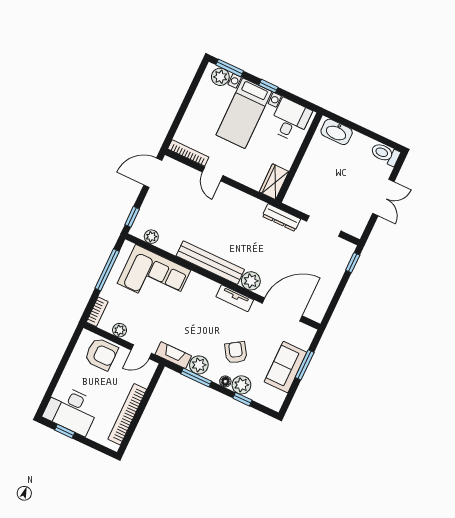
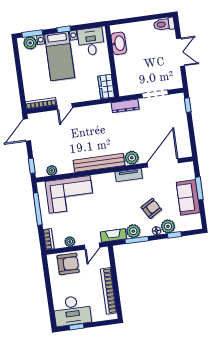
washbasin: (337, 132) -> (119, 43), moved, turned -90
door: (213, 174) -> (65, 106), hinge flipped
armchair: (236, 352) -> (151, 208), turned 92

